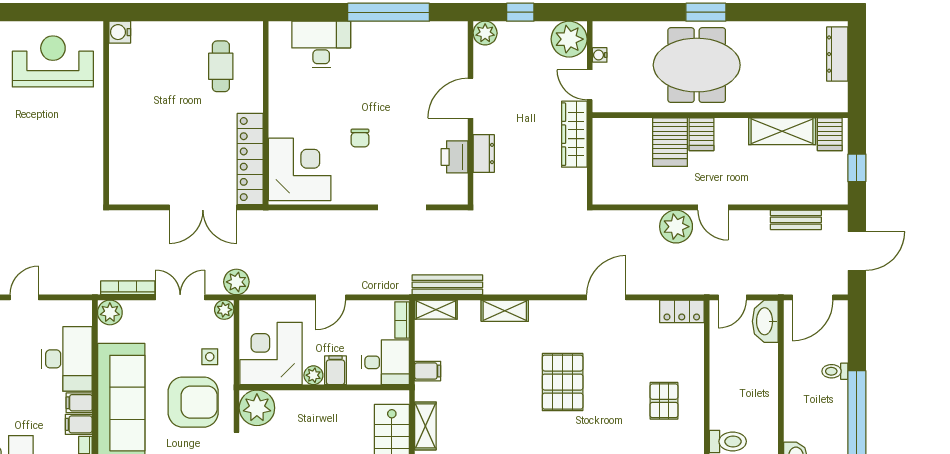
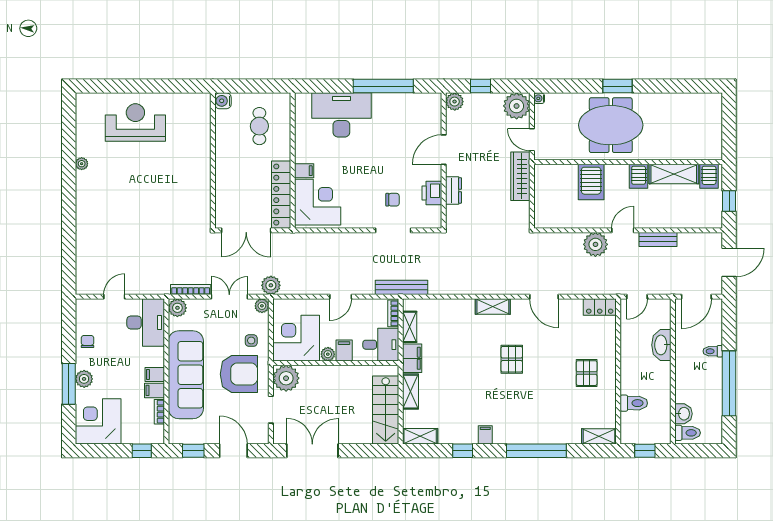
water cooler: (120, 32) -> (223, 101), moved
desk: (321, 44) -> (341, 115), width x1.36, depth x1.30
dresser: (837, 54) -> (715, 117), removed
water cooler: (600, 55) -> (539, 98), moved
wall: (106, 113) -> (213, 161), moved
filing cabinet: (281, 127) -> (304, 171), added
server rack: (702, 134) -> (639, 176), moved
chair: (360, 138) -> (393, 200), moved, turned -90
door: (713, 207) -> (623, 230), swing flipped
bench: (796, 220) -> (658, 239), moved
bench: (447, 285) -> (401, 287), moved
door: (606, 297) -> (544, 297), swing flipped
shelving: (436, 310) -> (410, 327), moved, turned 90
shelving: (505, 311) -> (493, 307), moved
washbasin: (765, 321) -> (661, 345), moved
desk: (67, 359) -> (146, 322), moved
filing cabinet: (428, 371) -> (412, 358), width x2.00
pallet: (563, 382) -> (512, 359), width x0.67, depth x0.71

